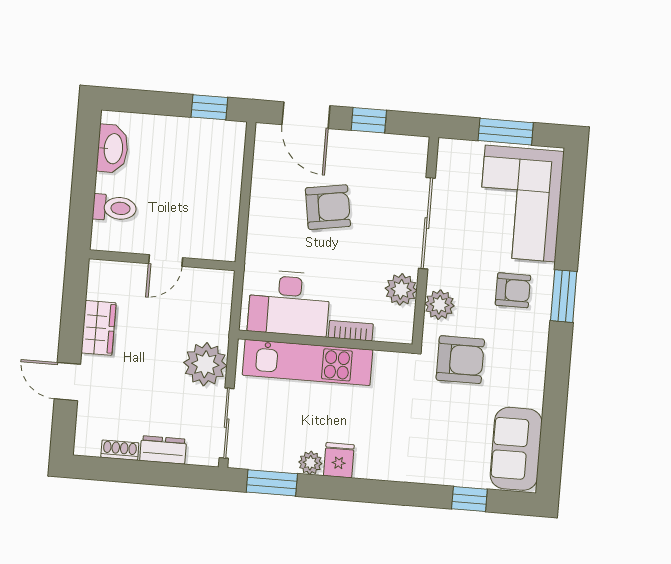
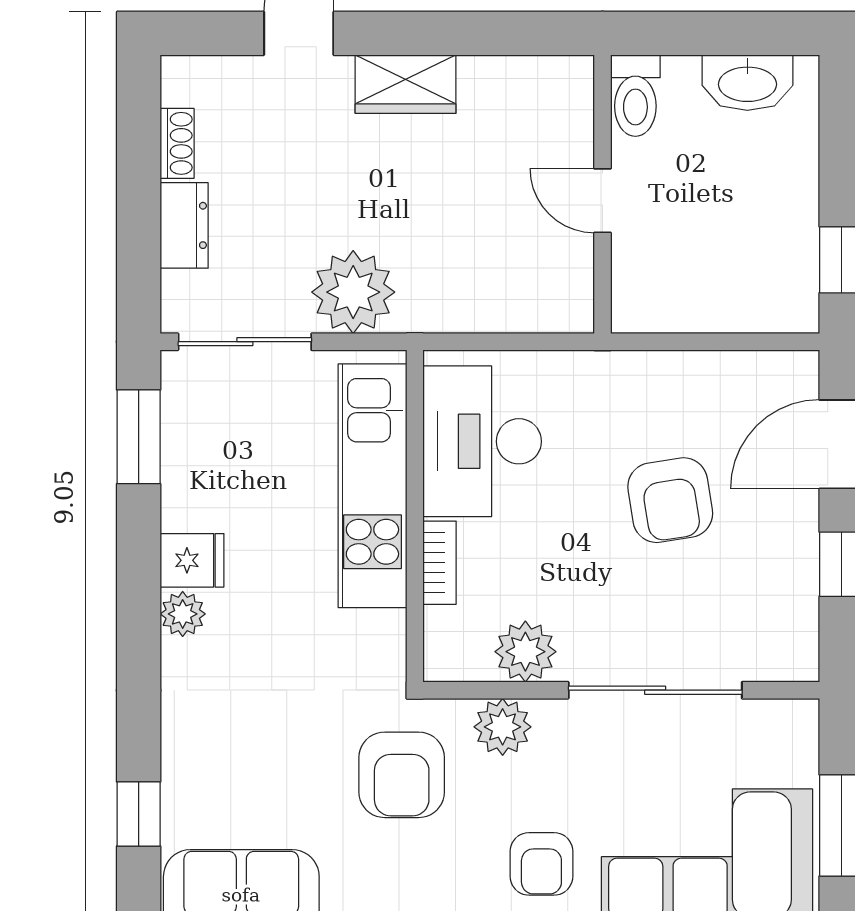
wall: (162, 260) -> (602, 194), moved
door: (166, 261) -> (602, 201), moved
plant: (310, 463) -> (183, 614), moved

